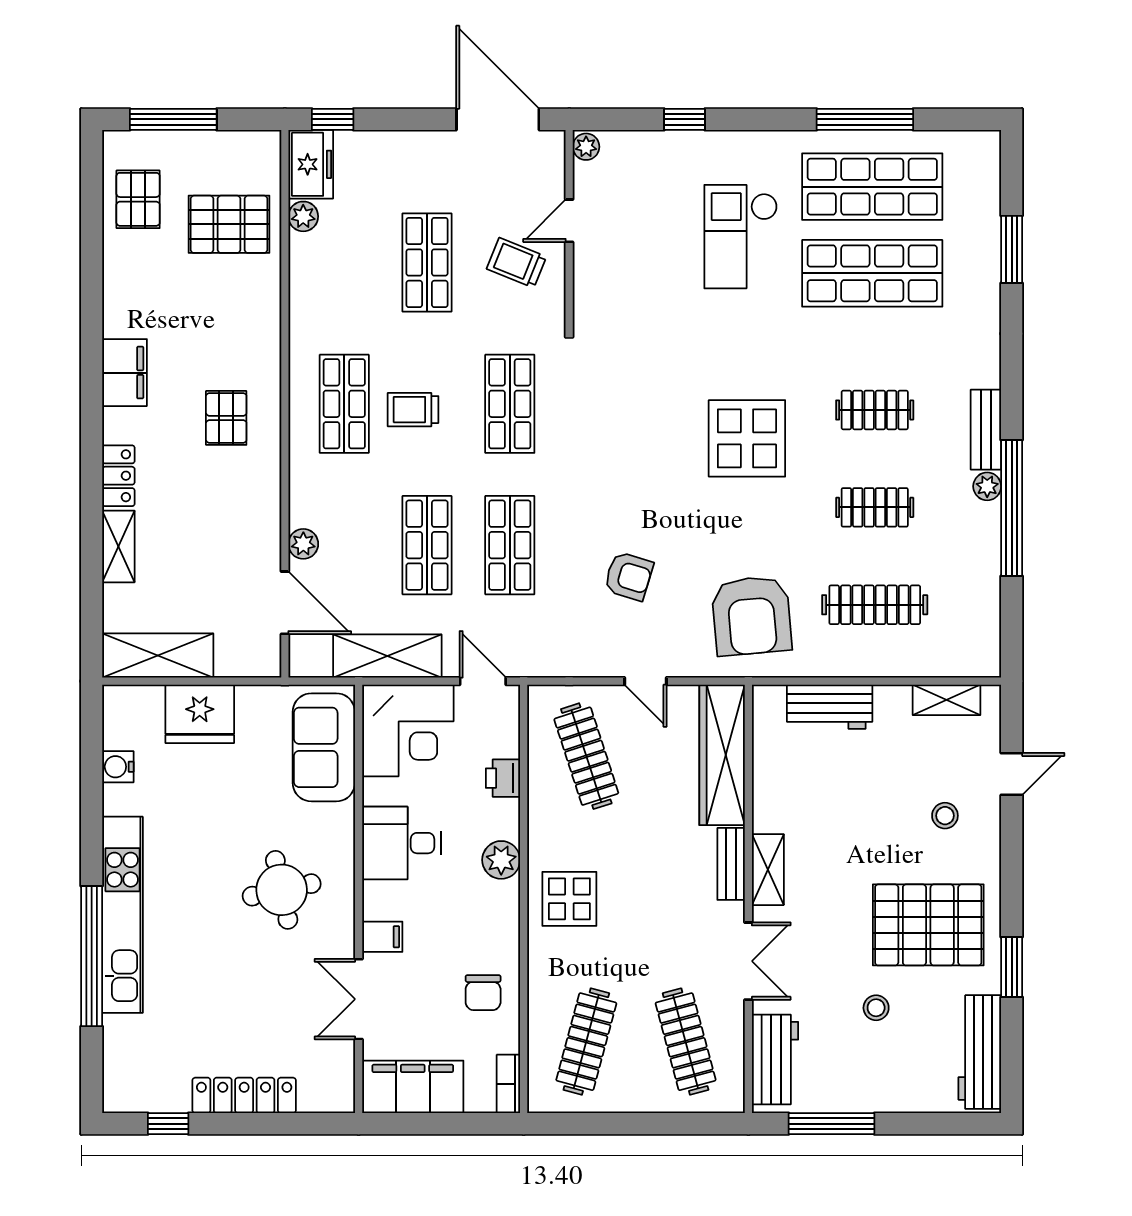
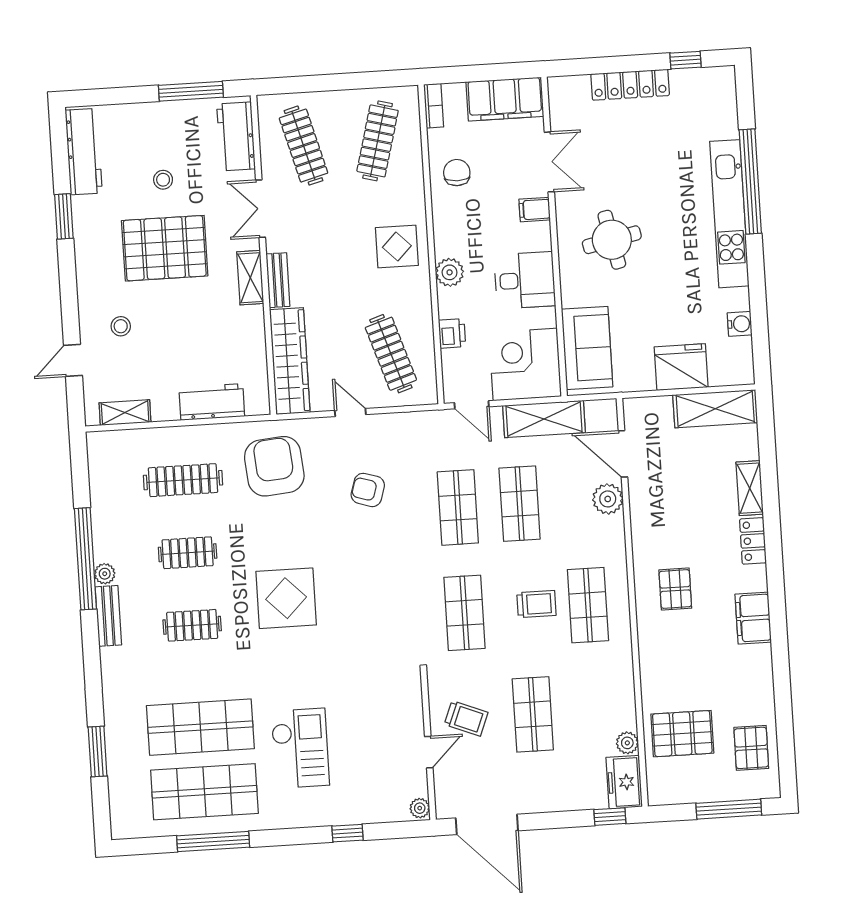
plant: (303, 544) -> (608, 499), width x1.38, depth x1.38
pallet: (928, 925) -> (165, 248), moved

